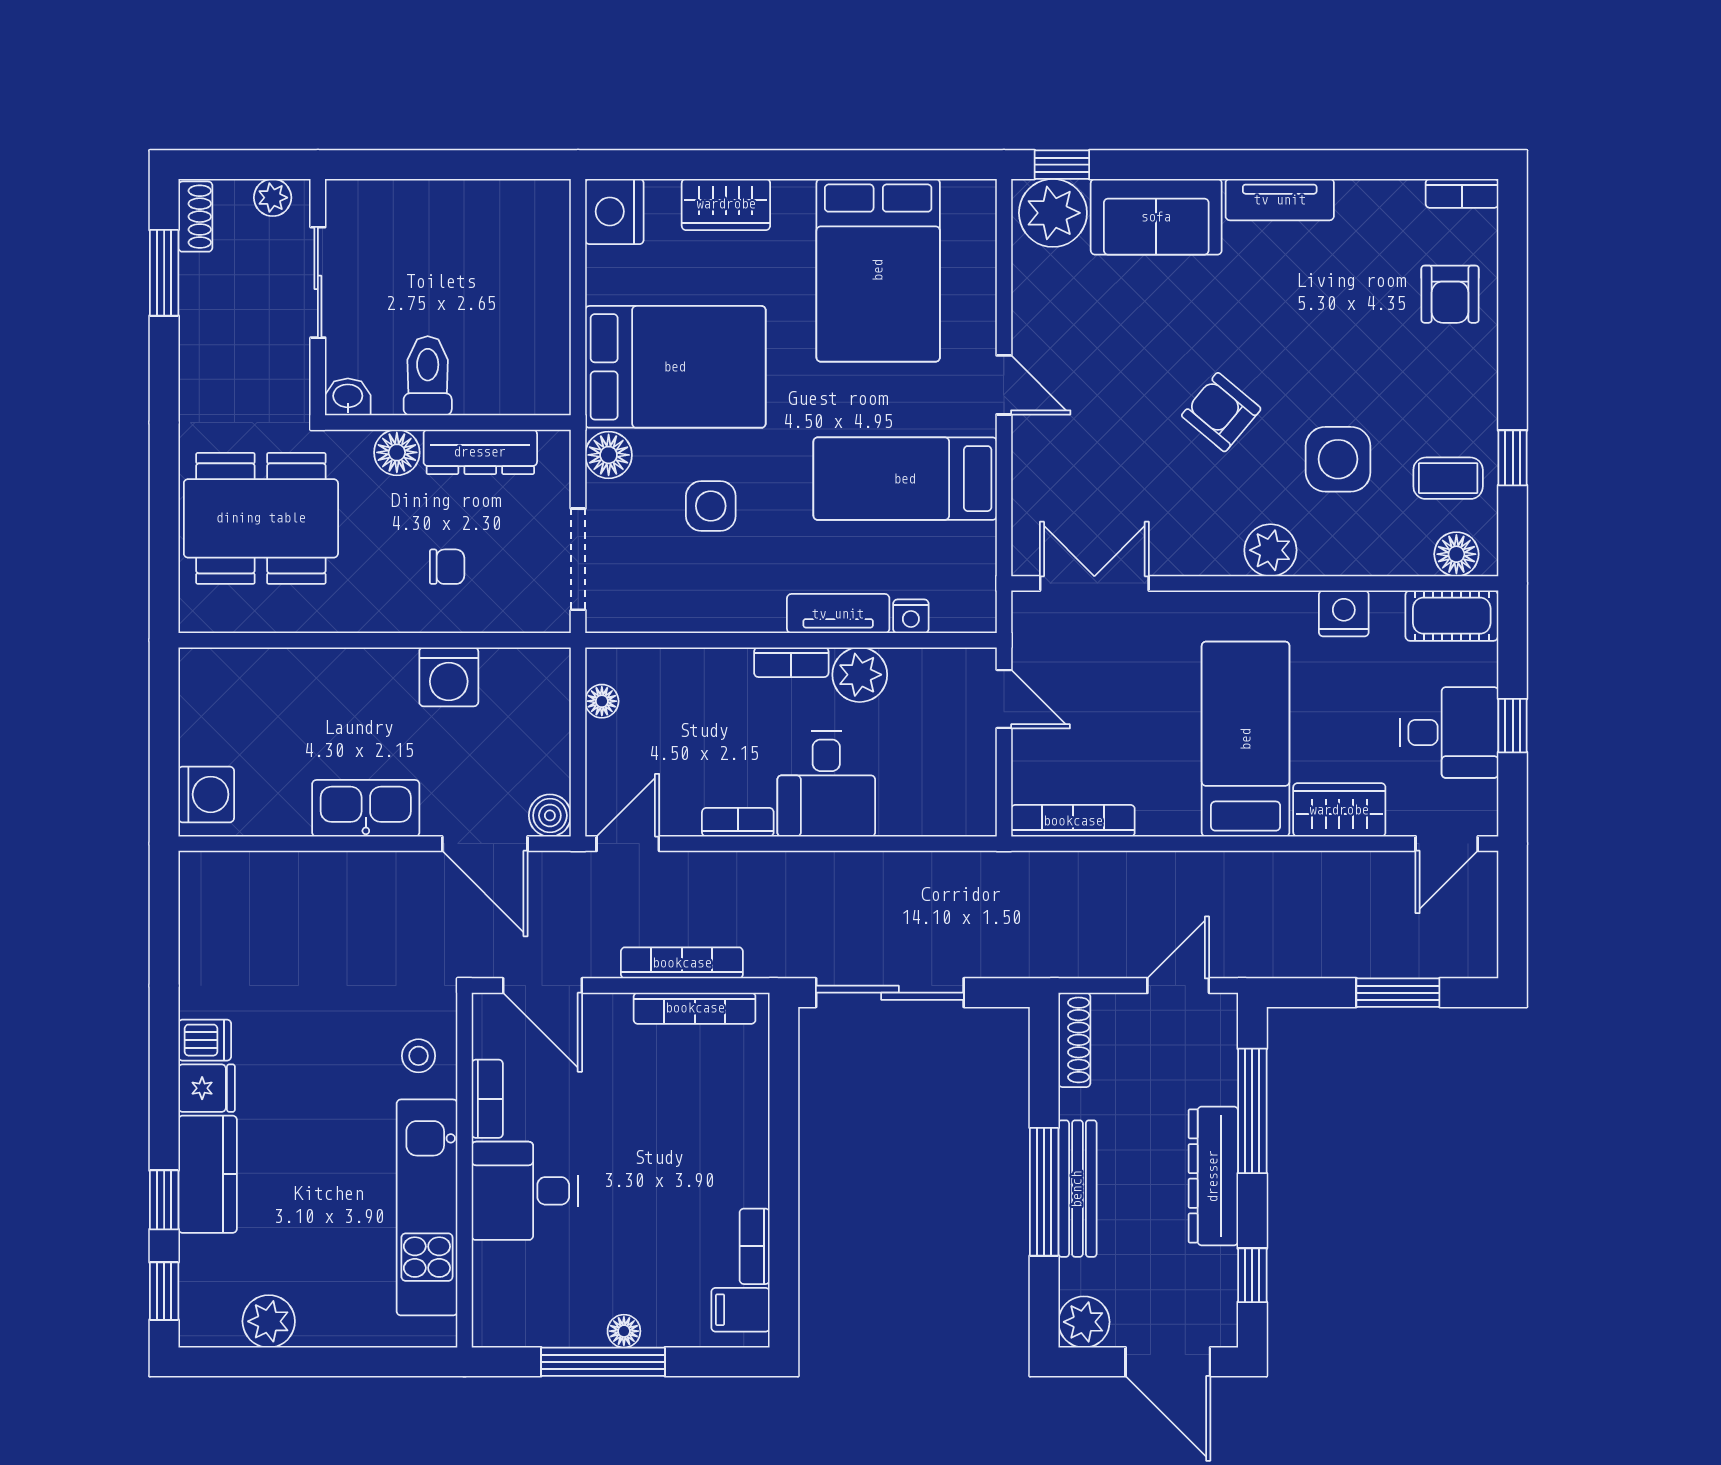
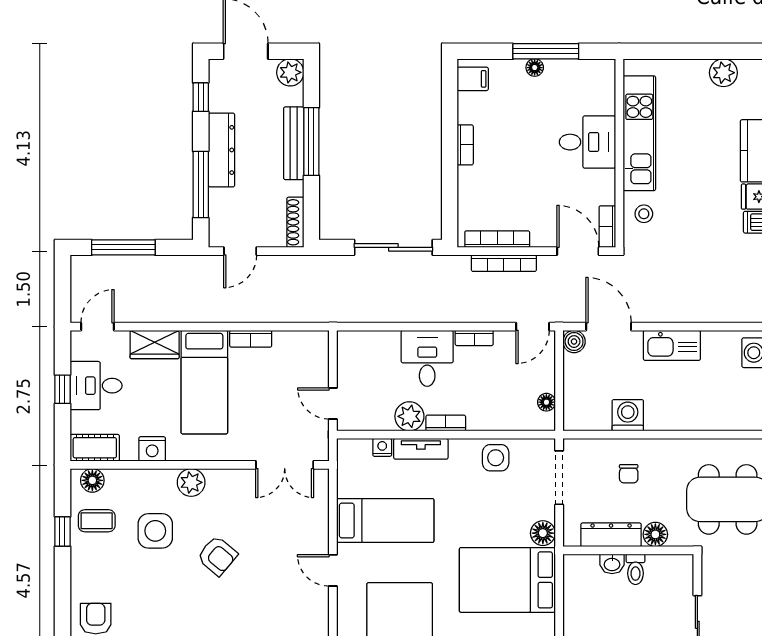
toilet: (428, 376) -> (635, 569), width x0.73, depth x0.72
washbasin: (348, 397) -> (612, 564), moved
side table: (711, 506) -> (496, 458), moved
chair: (447, 567) -> (629, 474), turned -90
bookcase: (1073, 821) -> (251, 339), moved, width x0.64
window: (1398, 993) -> (123, 247), width x1.44
bookcase: (487, 1099) -> (607, 227), moved
bookcase: (755, 1246) -> (465, 145), moved

